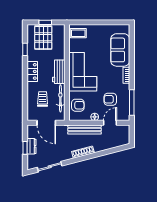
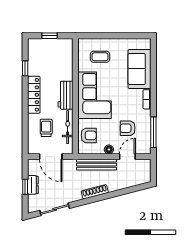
coffee table: (78, 33) -> (100, 57), moved
pallet: (43, 38) -> (47, 54), removed
locker: (32, 71) -> (34, 95), width x1.53

